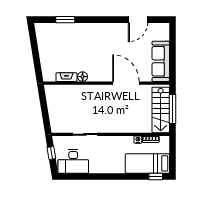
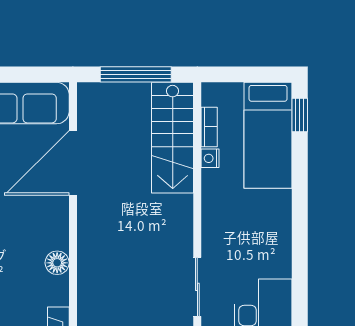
floor lamp: (83, 77) -> (57, 263), moved
door: (126, 83) -> (73, 163), moved
stairs: (161, 110) -> (173, 138), moved, turned 90

